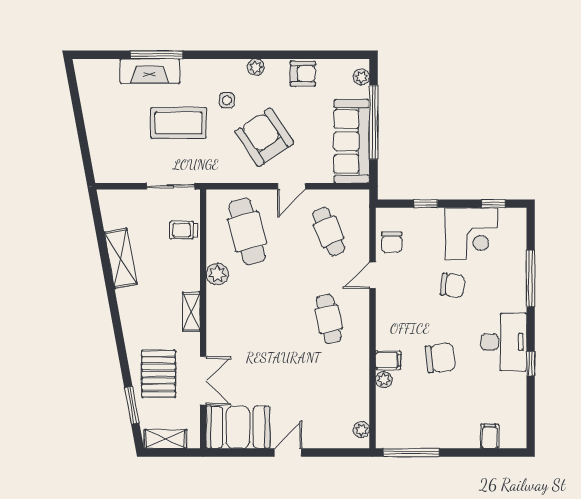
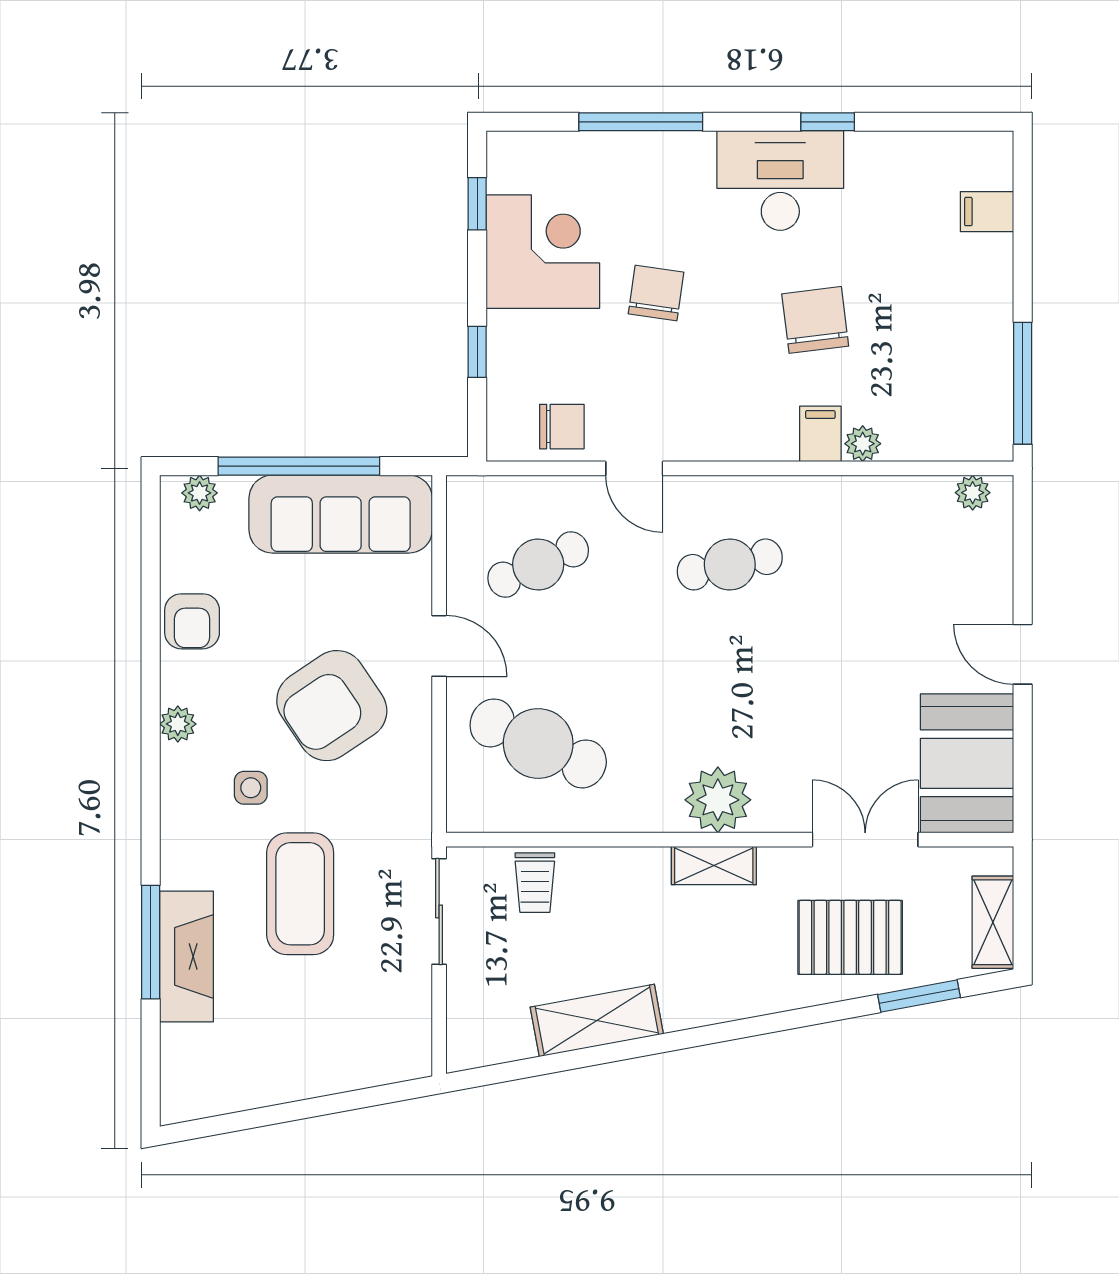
armchair: (303, 74) -> (192, 621), turned 180
cafe table: (247, 231) -> (538, 743), turned 39
plant: (217, 274) -> (718, 800), moved, width x1.36, depth x1.36

